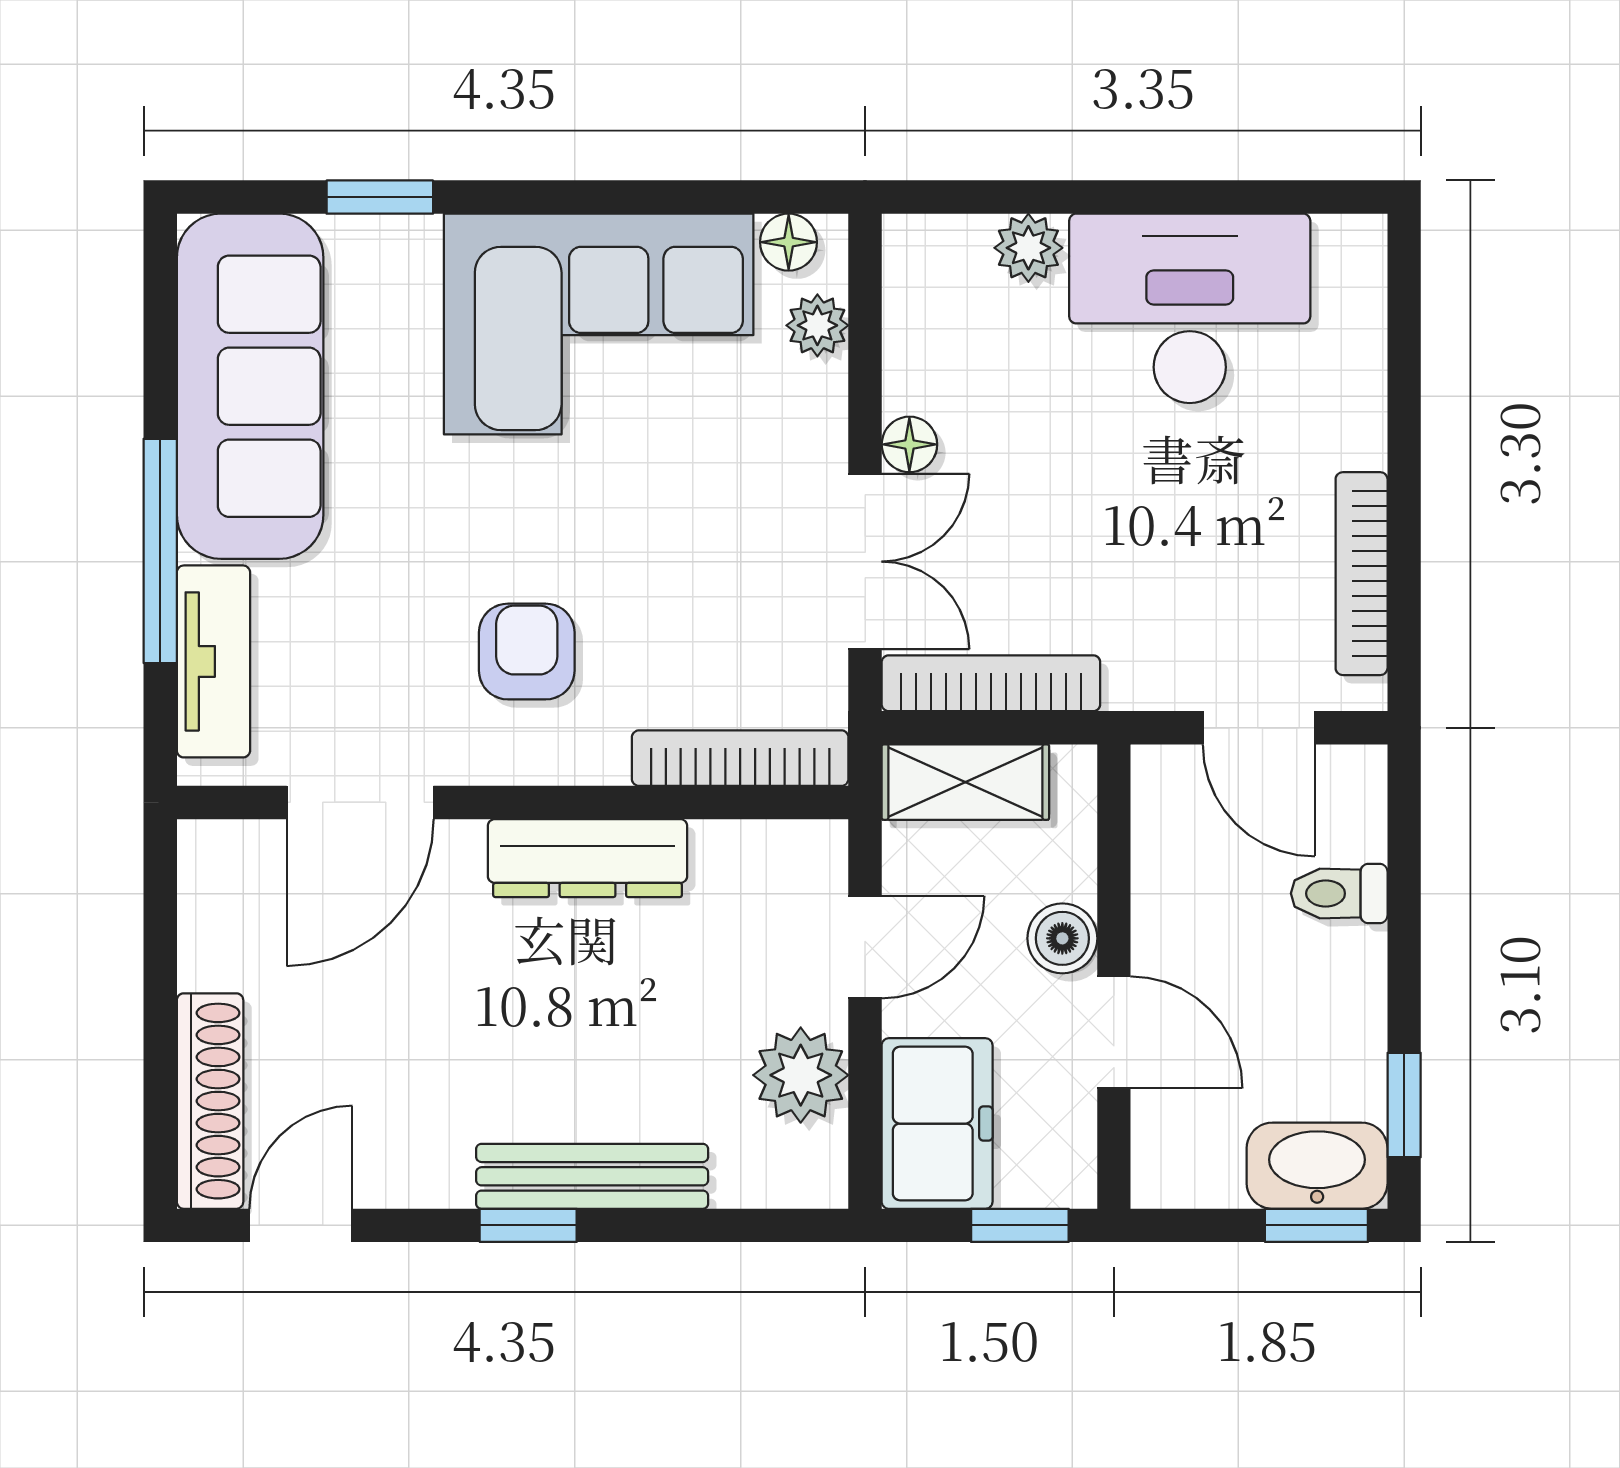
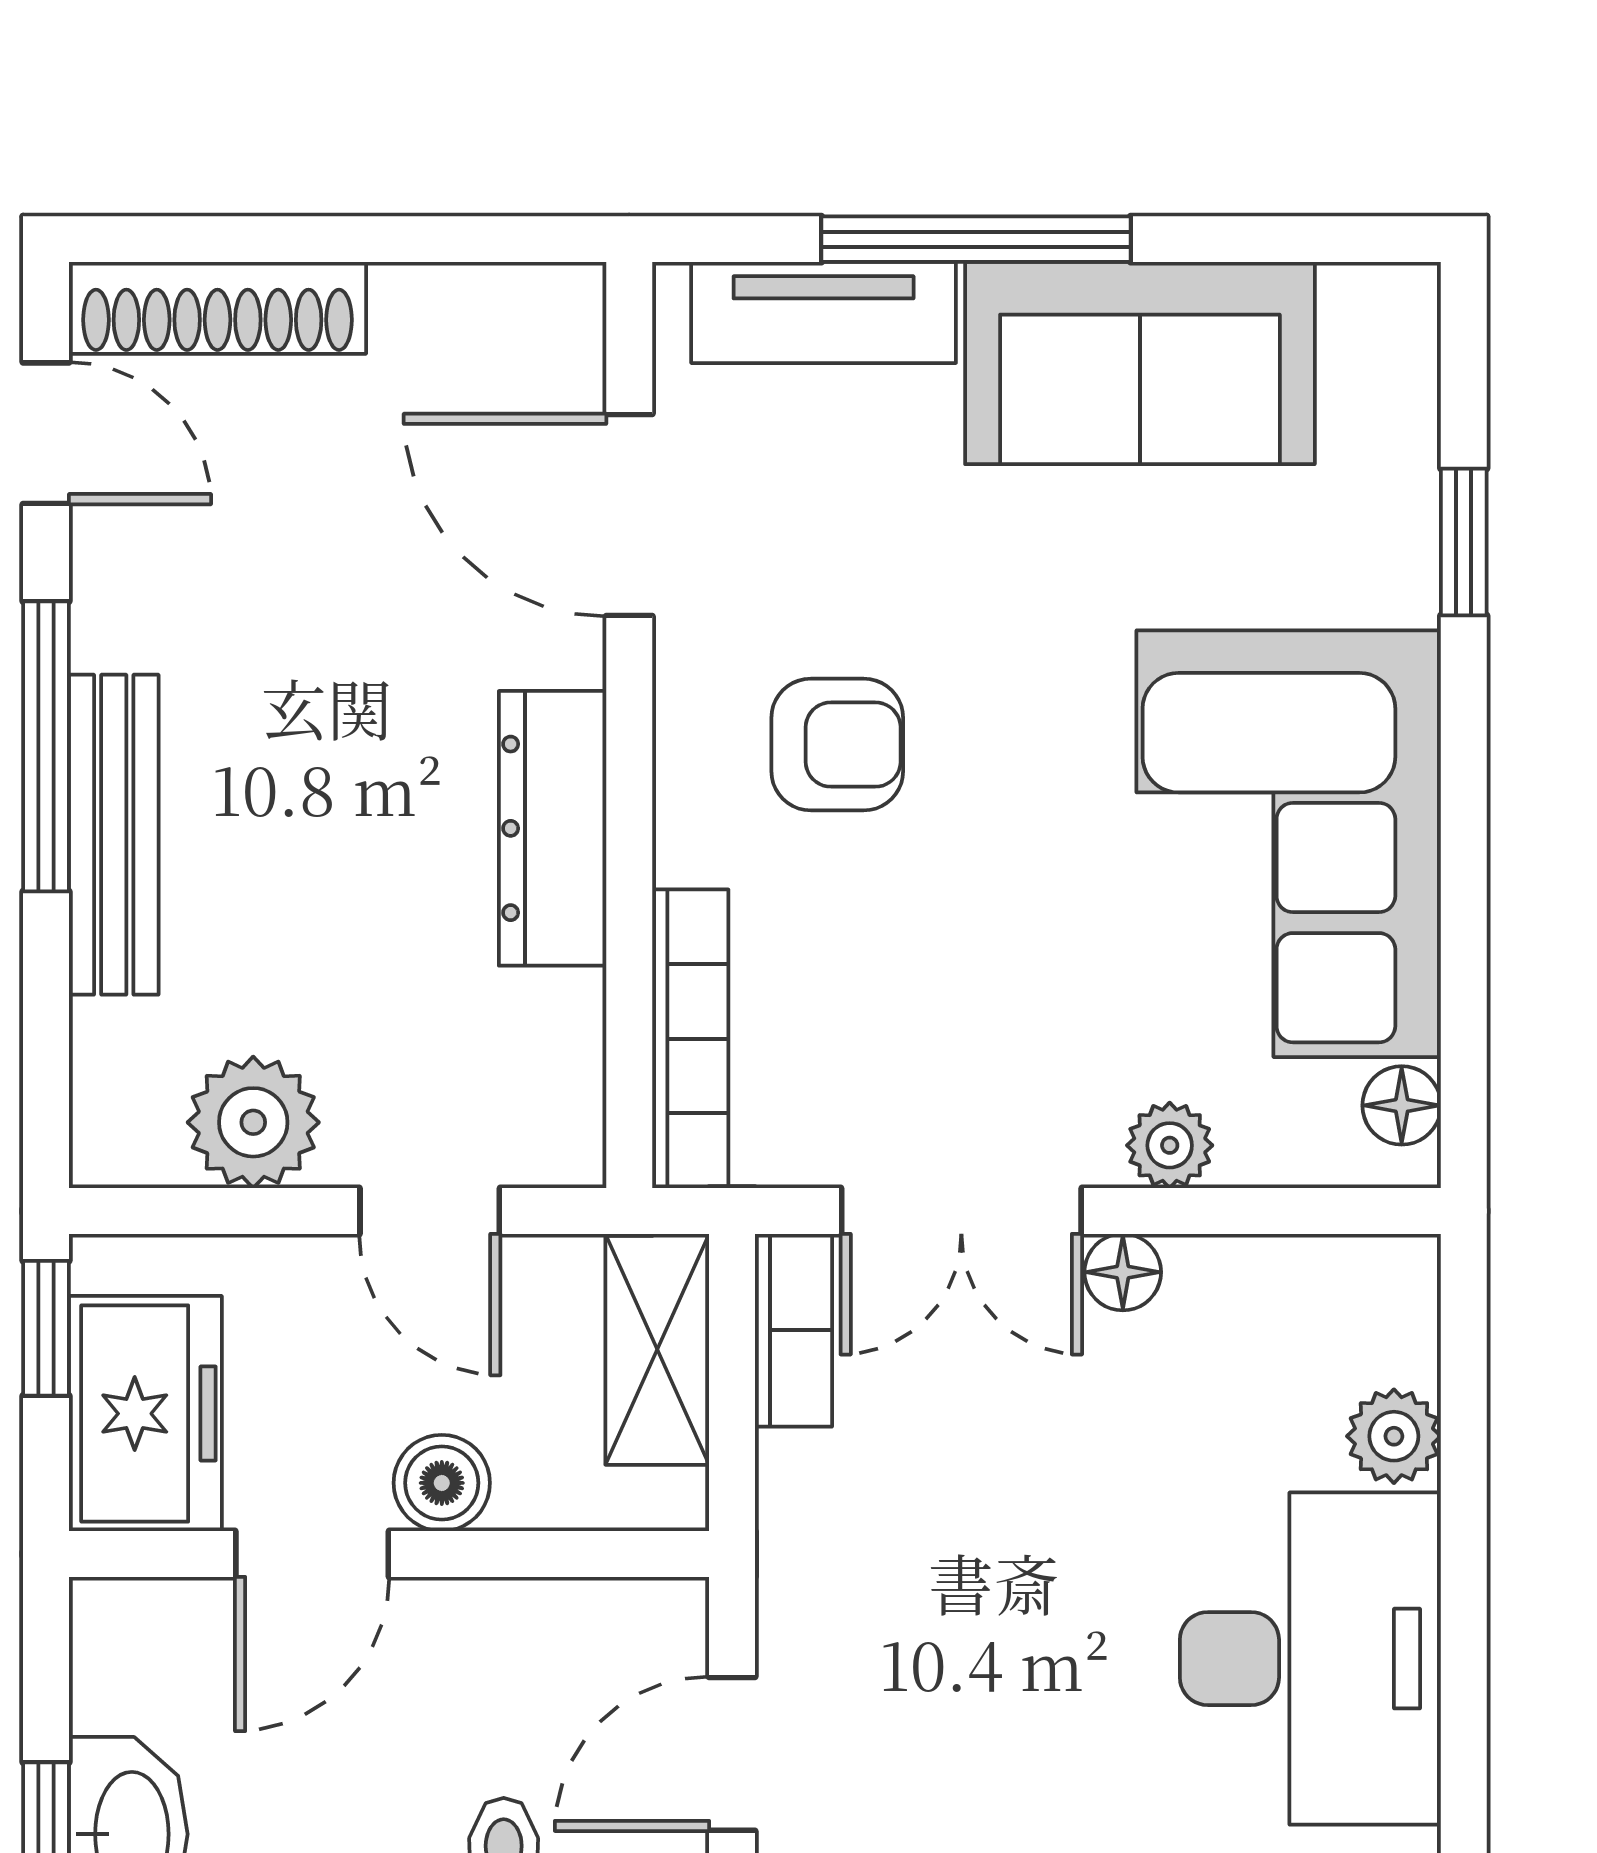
plant: (817, 325) -> (1170, 1145), moved
sofa: (250, 386) -> (1140, 363), width x0.73
bookcase: (991, 683) -> (794, 1330), width x0.64
freezer: (937, 1124) -> (145, 1414), moved, turned -90
window: (528, 1225) -> (46, 746), width x2.17
window: (1020, 1225) -> (46, 1328), moved

